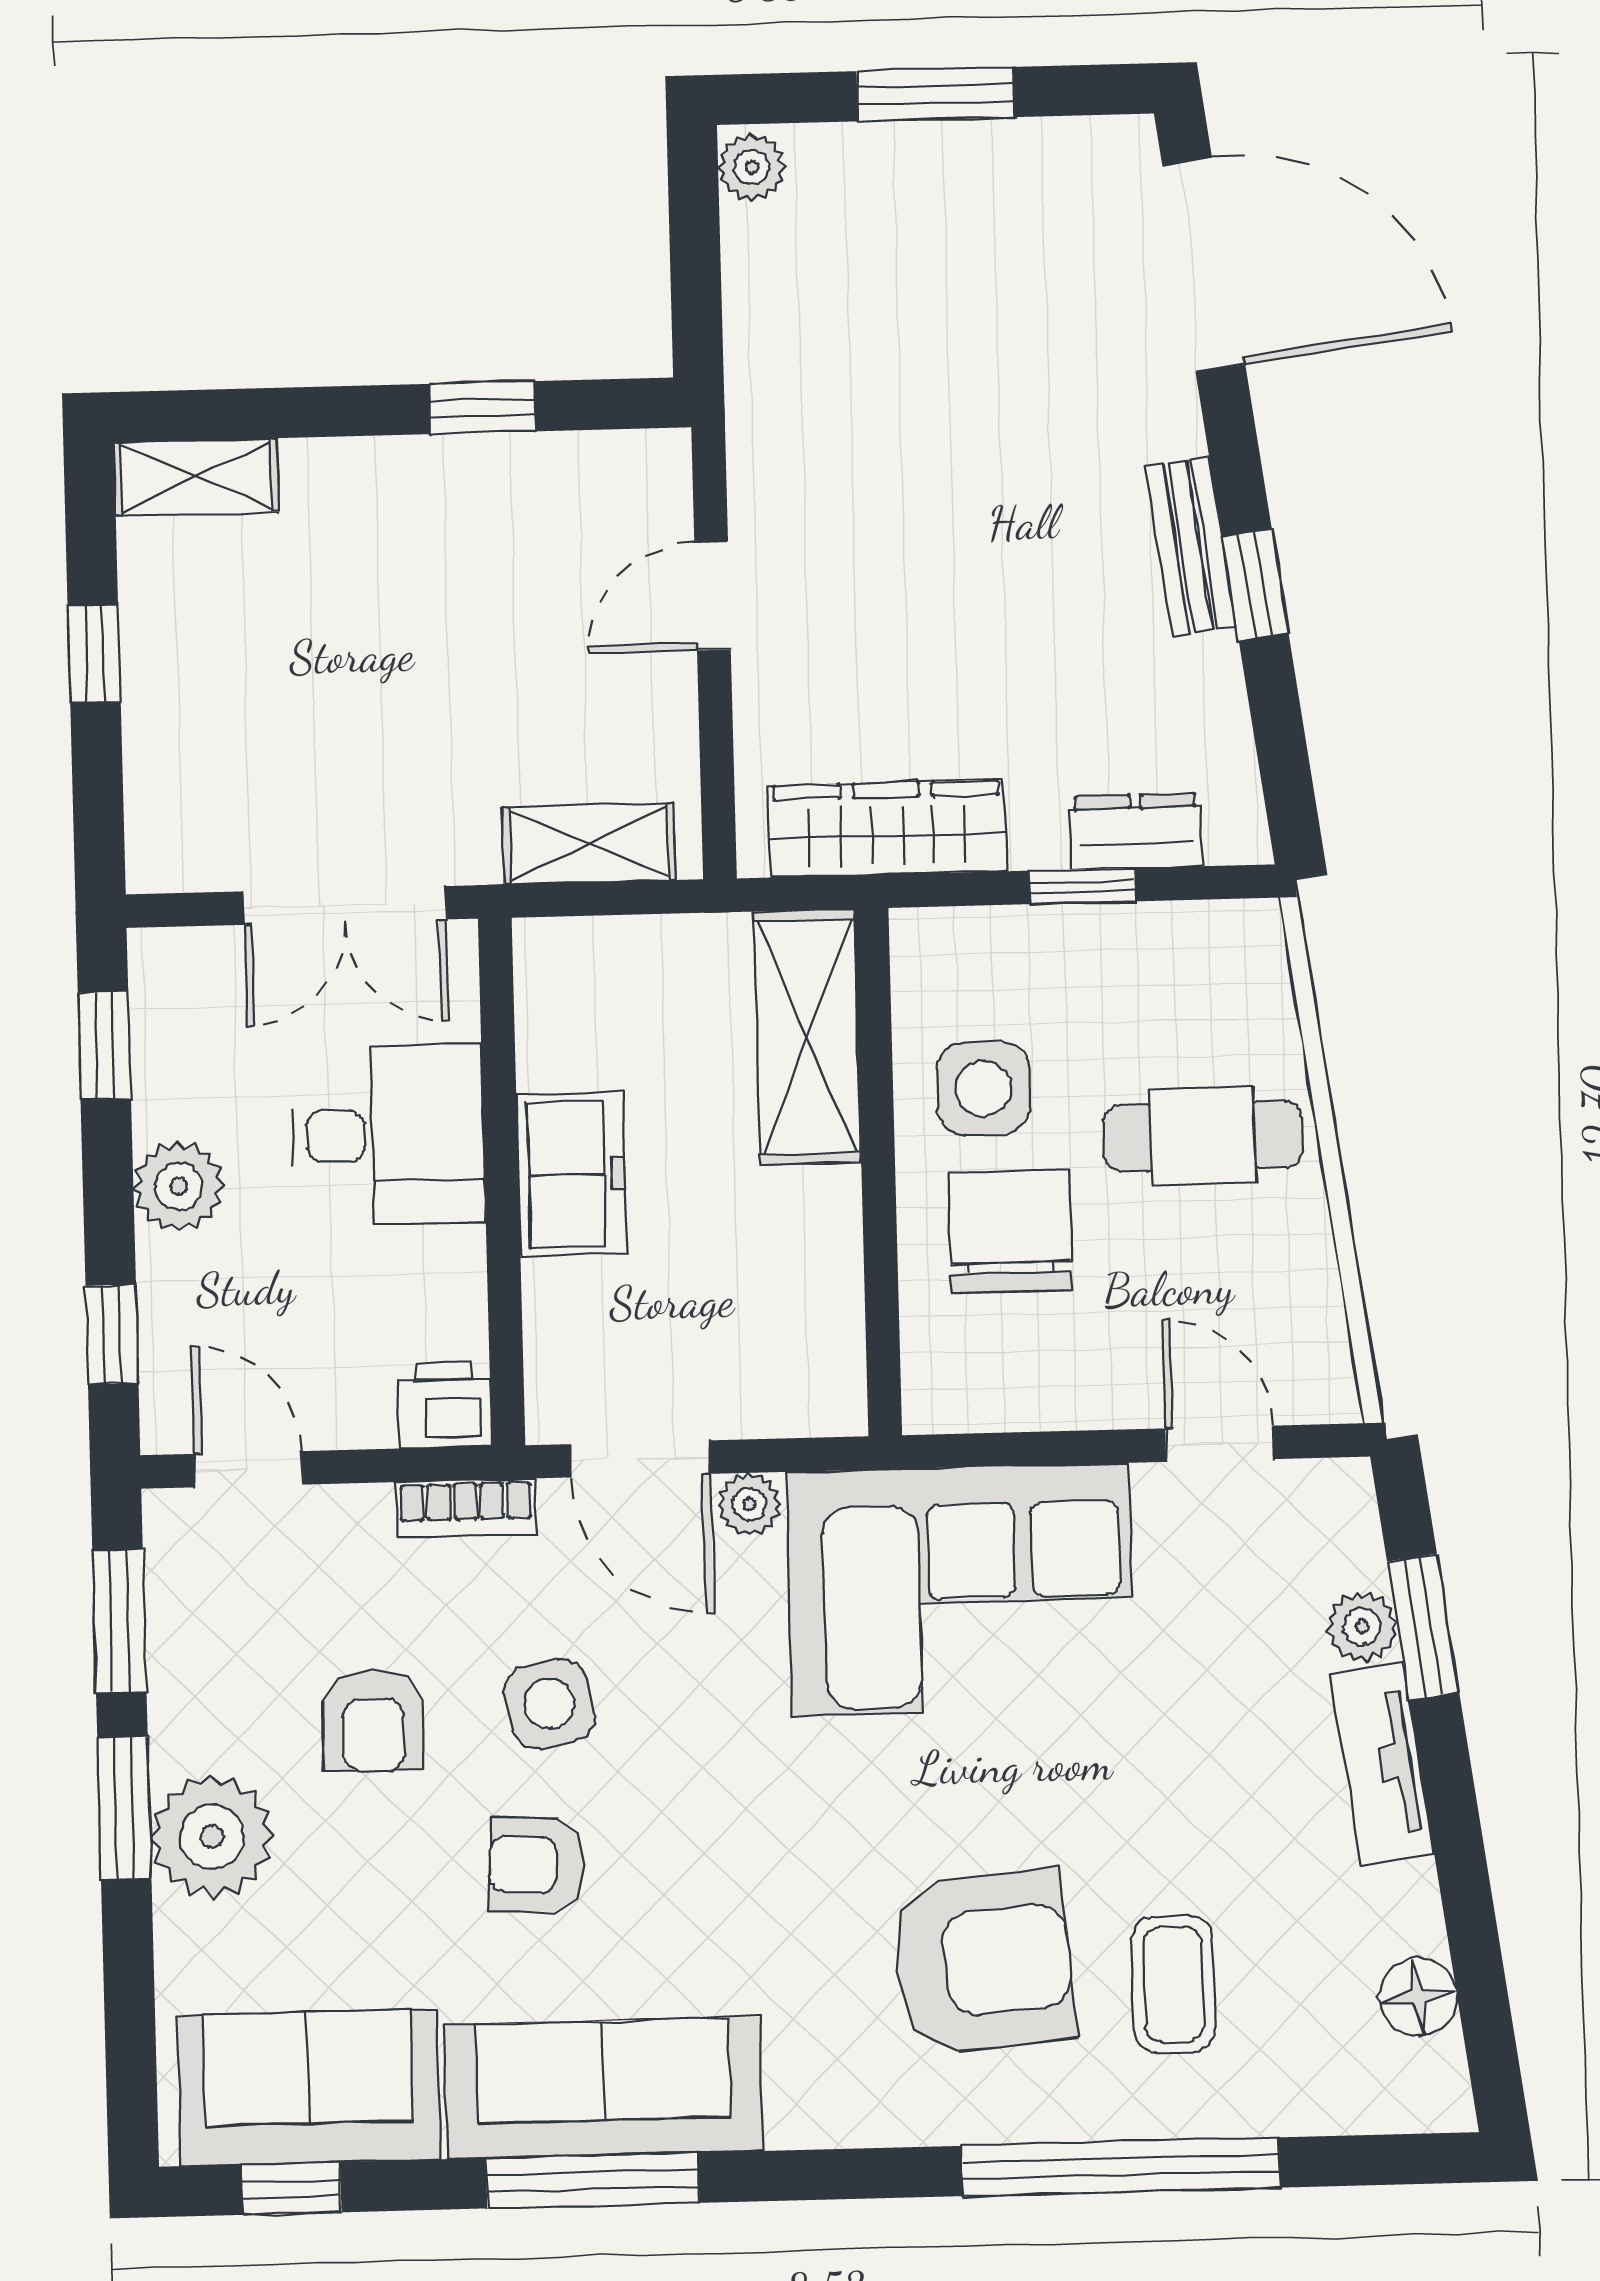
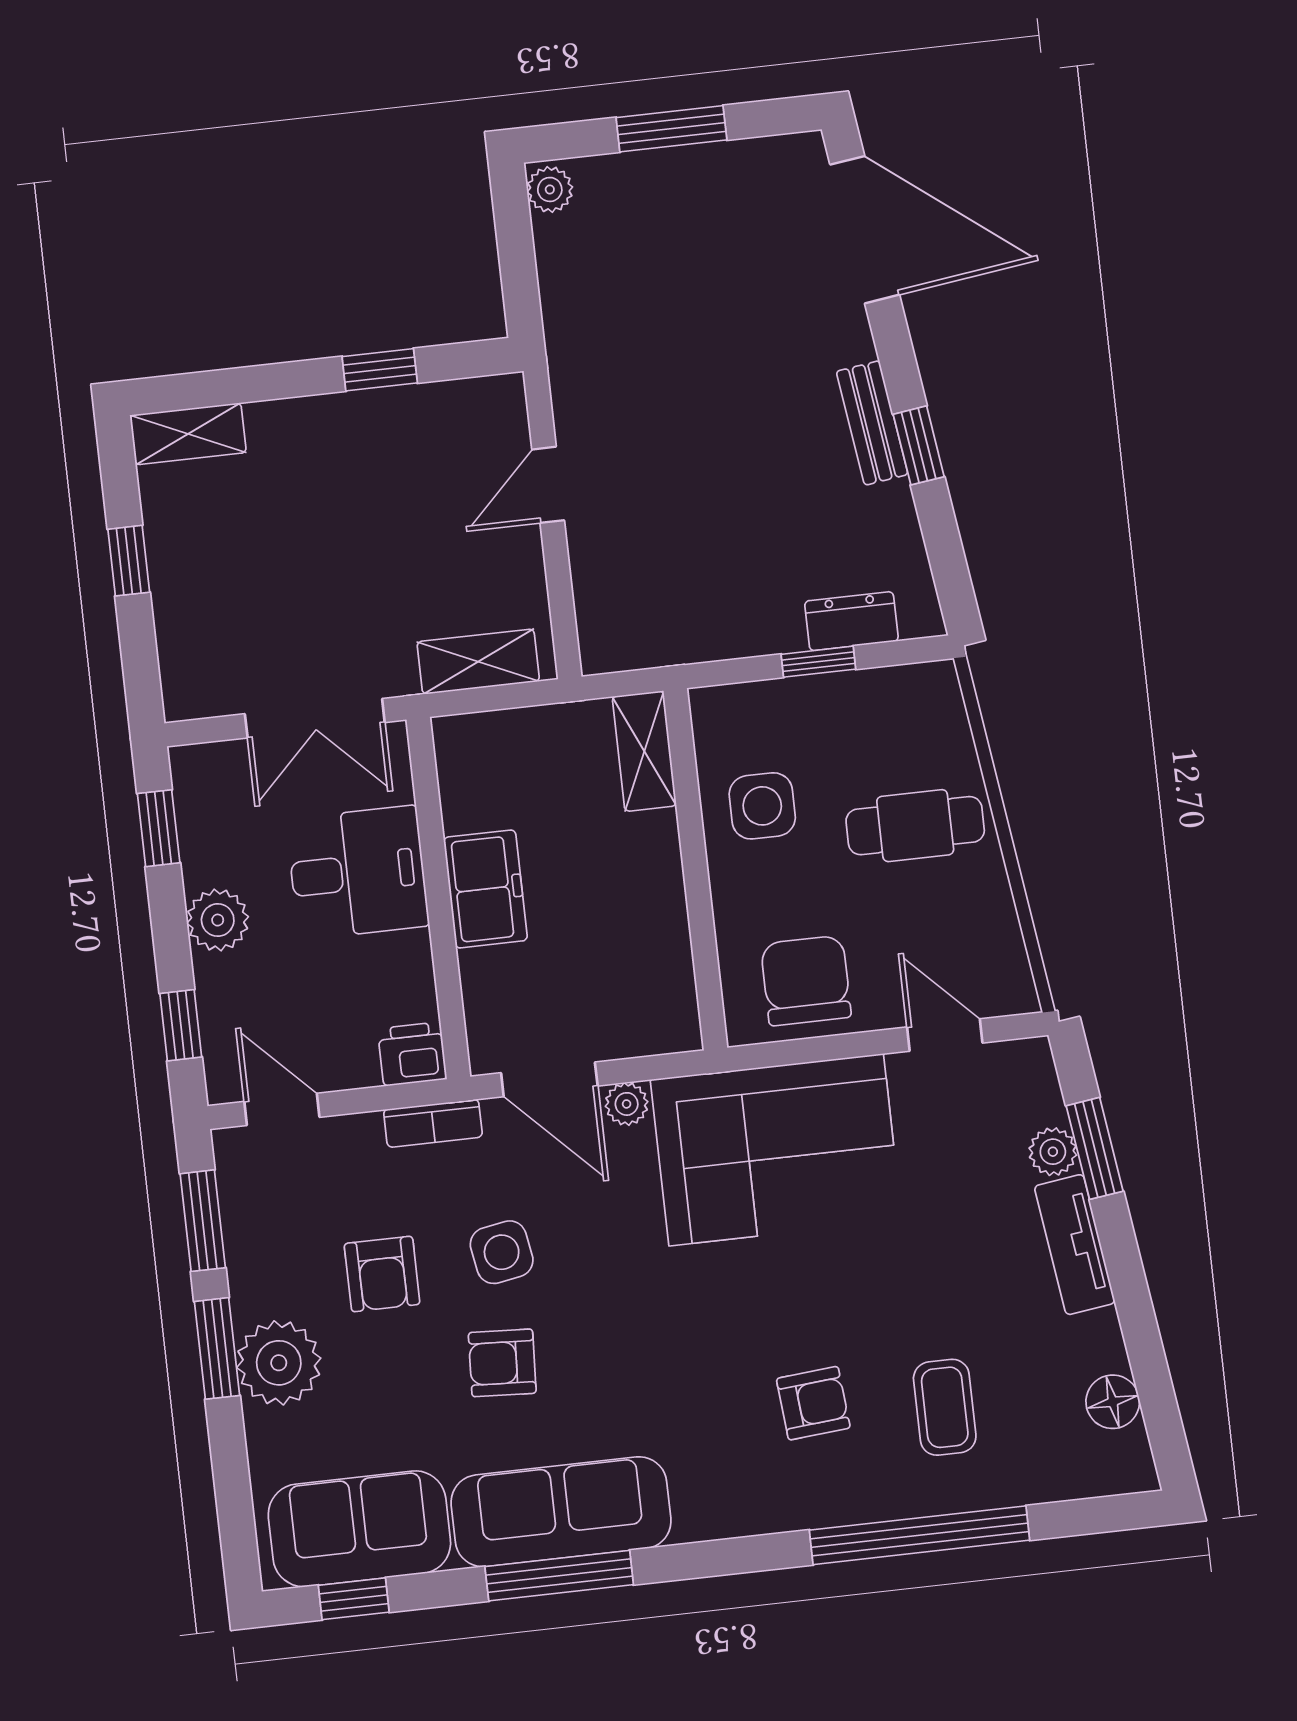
wardrobe: (887, 829) -> (681, 634), removed
shelving: (807, 1037) -> (644, 751), width x0.67, depth x0.75
chair: (1010, 1231) -> (806, 981), moved
armchair: (983, 1962) -> (813, 1403), width x0.53, depth x0.53

